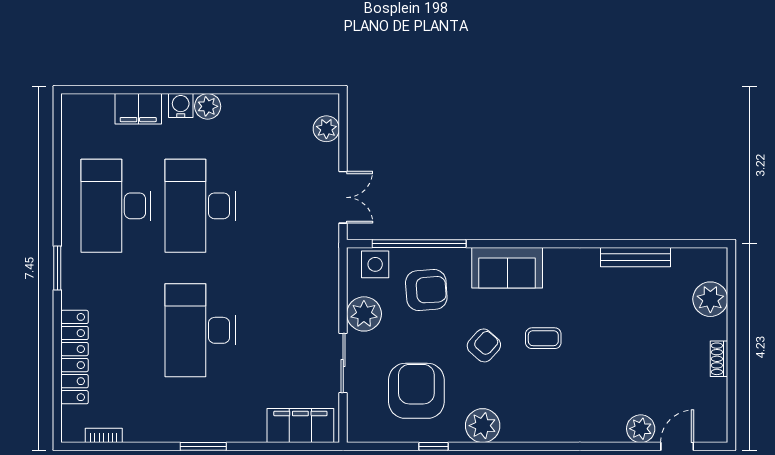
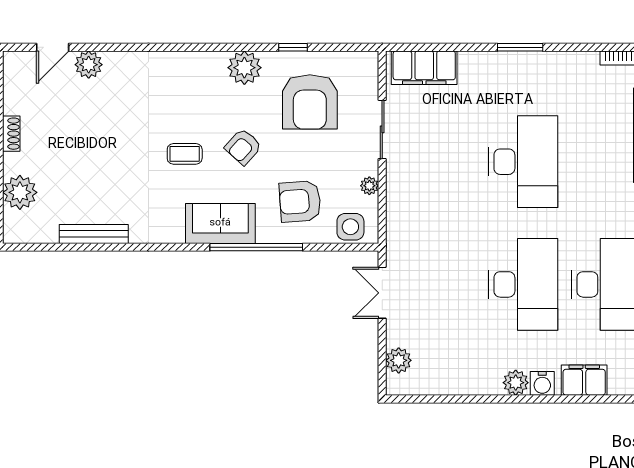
window: (419, 244) -> (256, 247), moved
plant: (364, 314) -> (369, 186), width x0.53, depth x0.53

